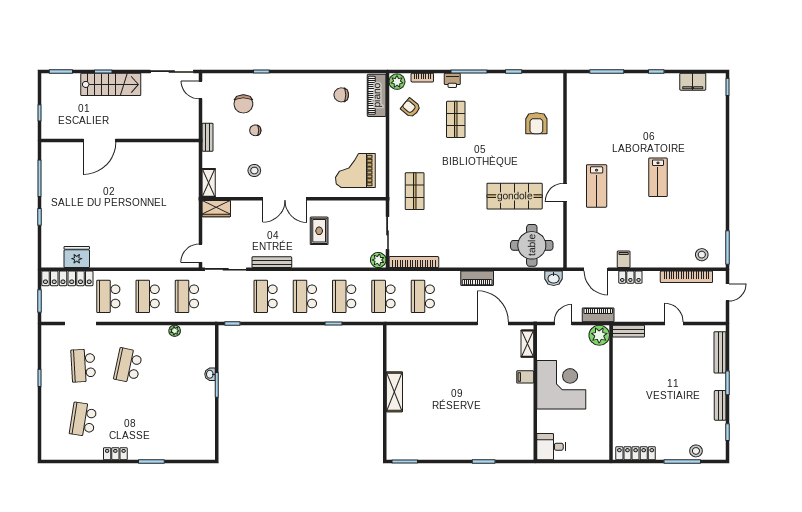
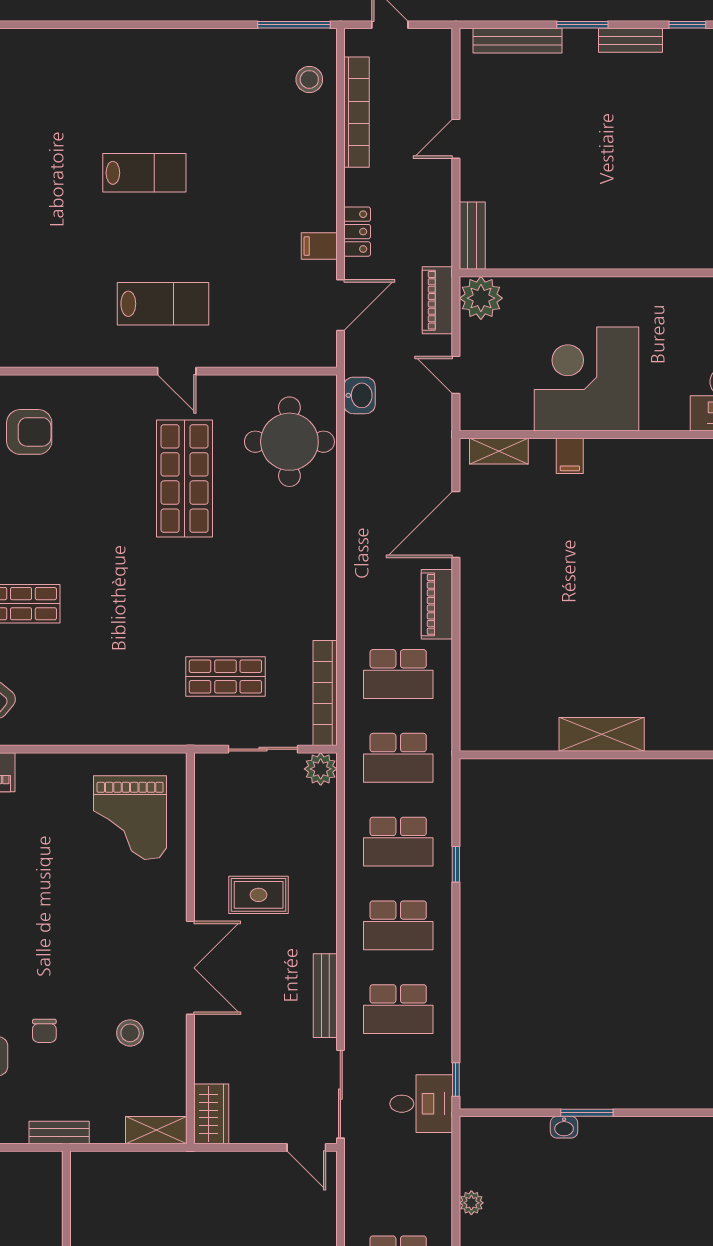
shop shelf: (415, 191) -> (225, 677), moved
piano: (477, 278) -> (437, 604), moved, turned 180
school desk: (187, 296) -> (398, 1177), removed
desk: (221, 307) -> (421, 1104), added

